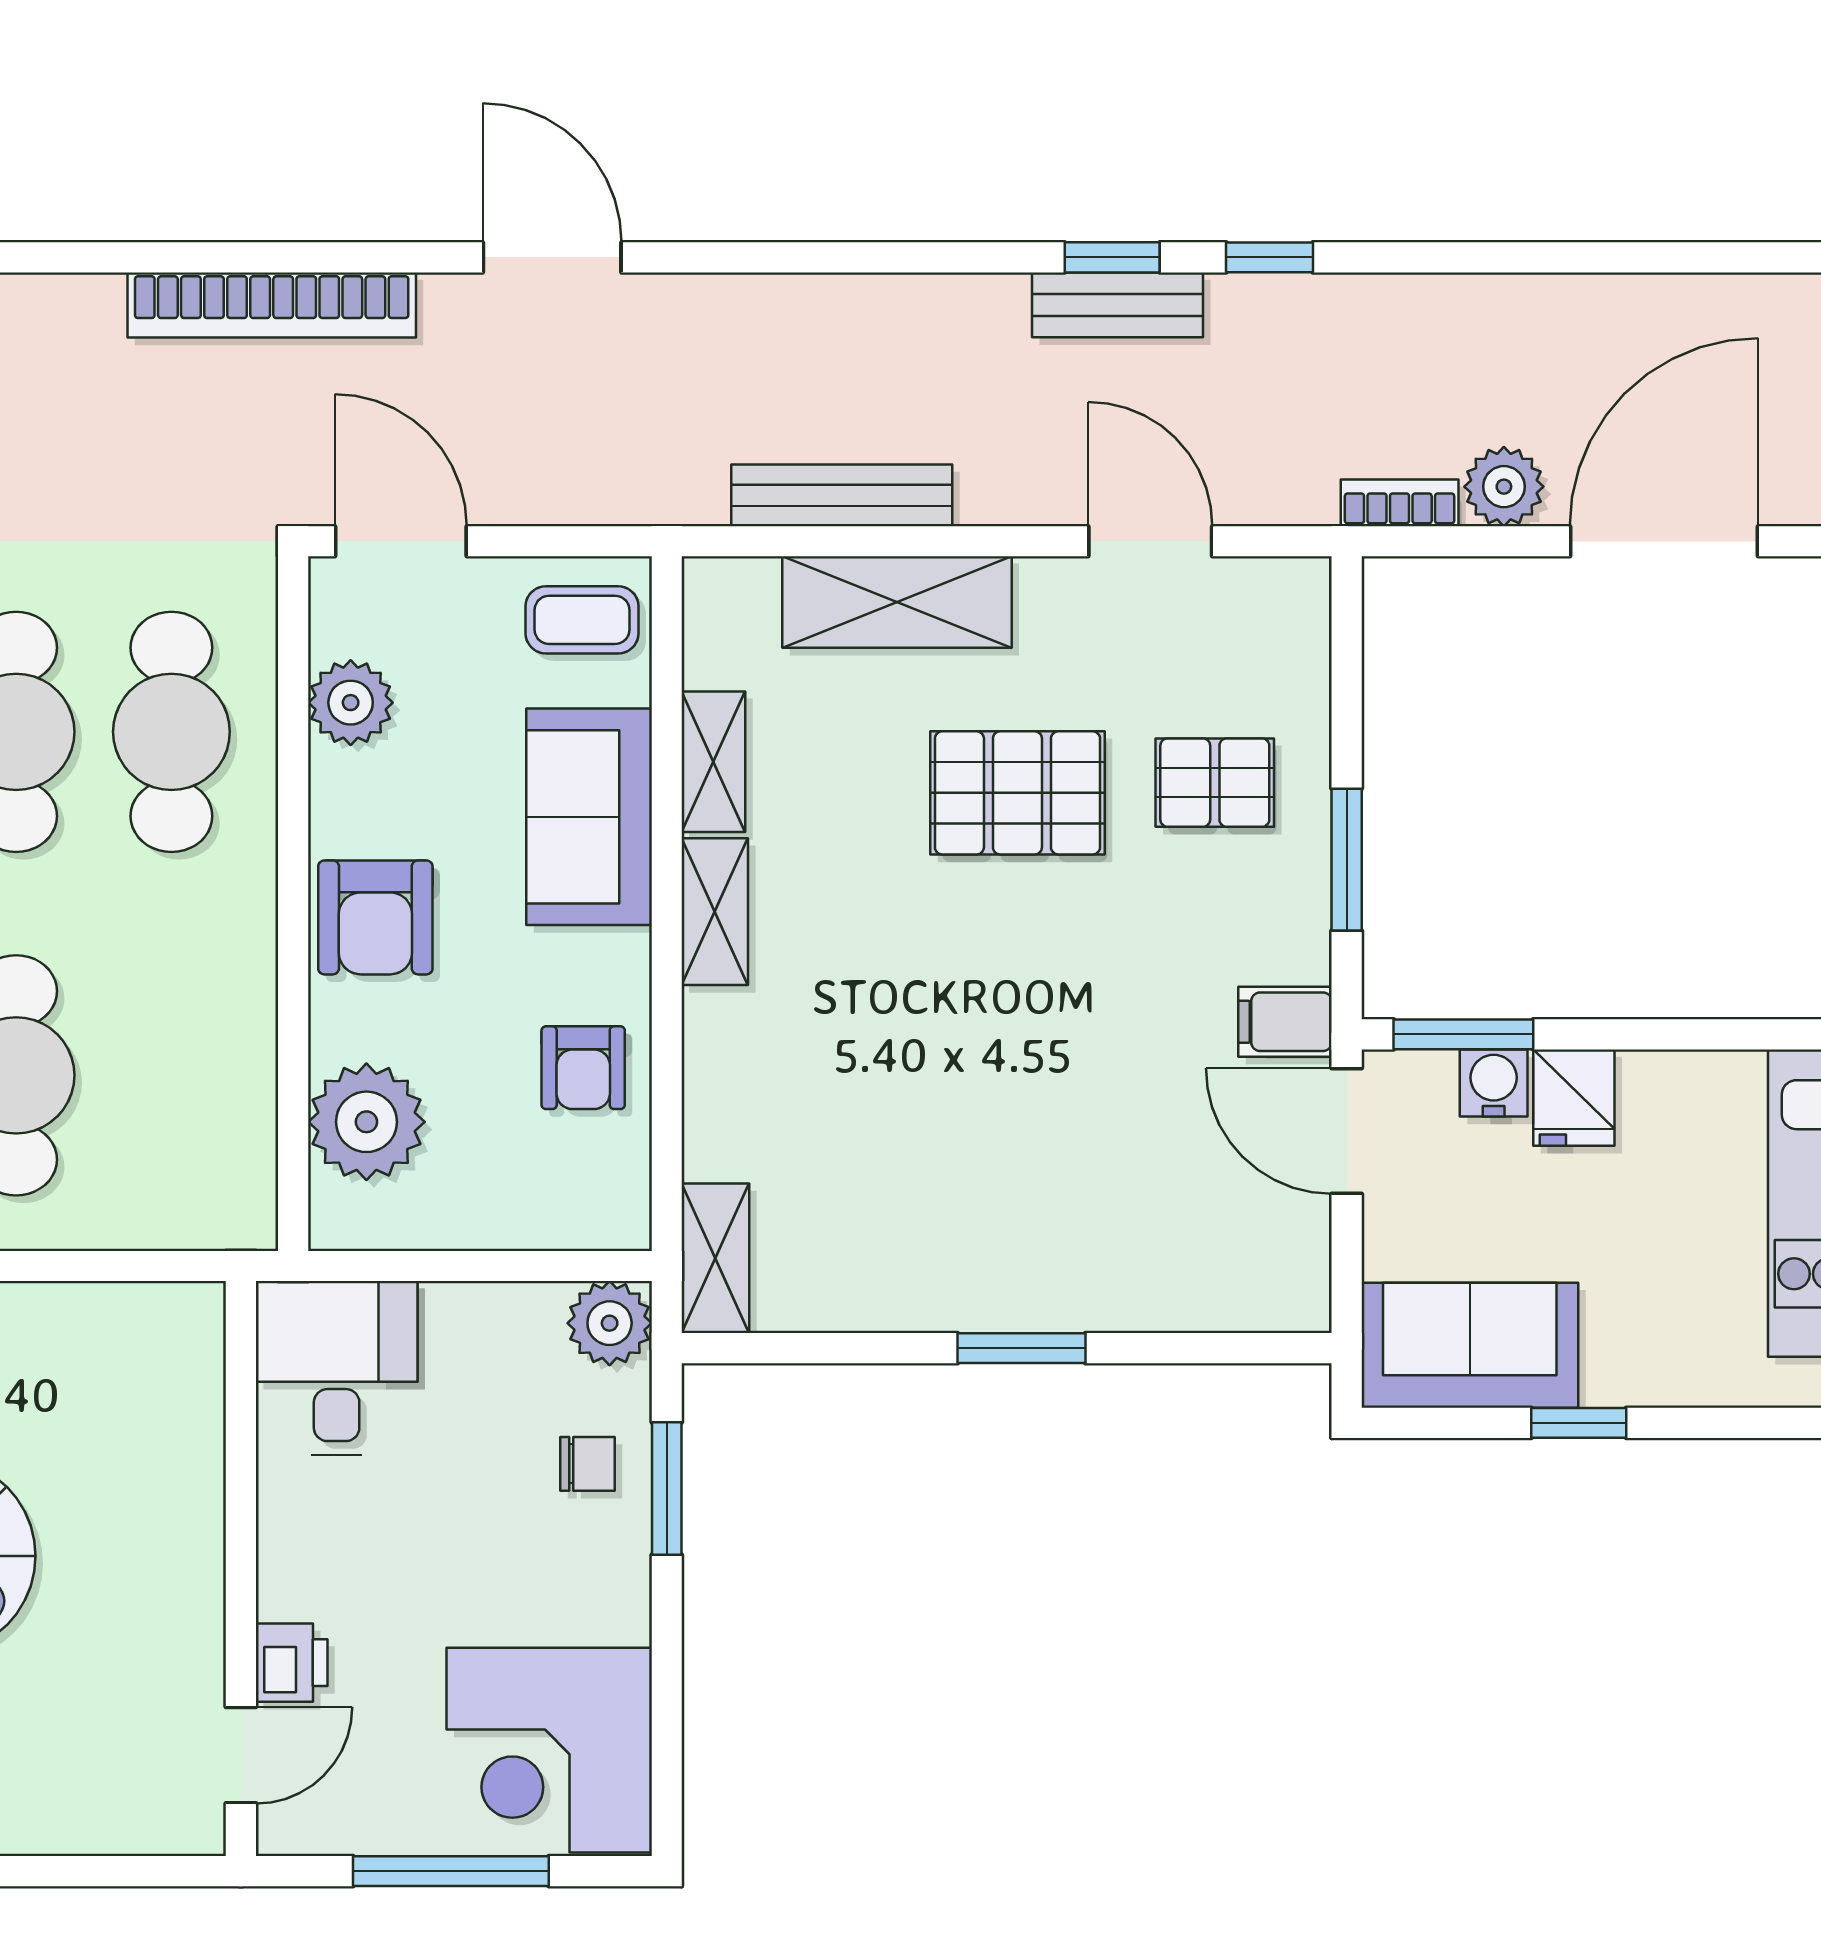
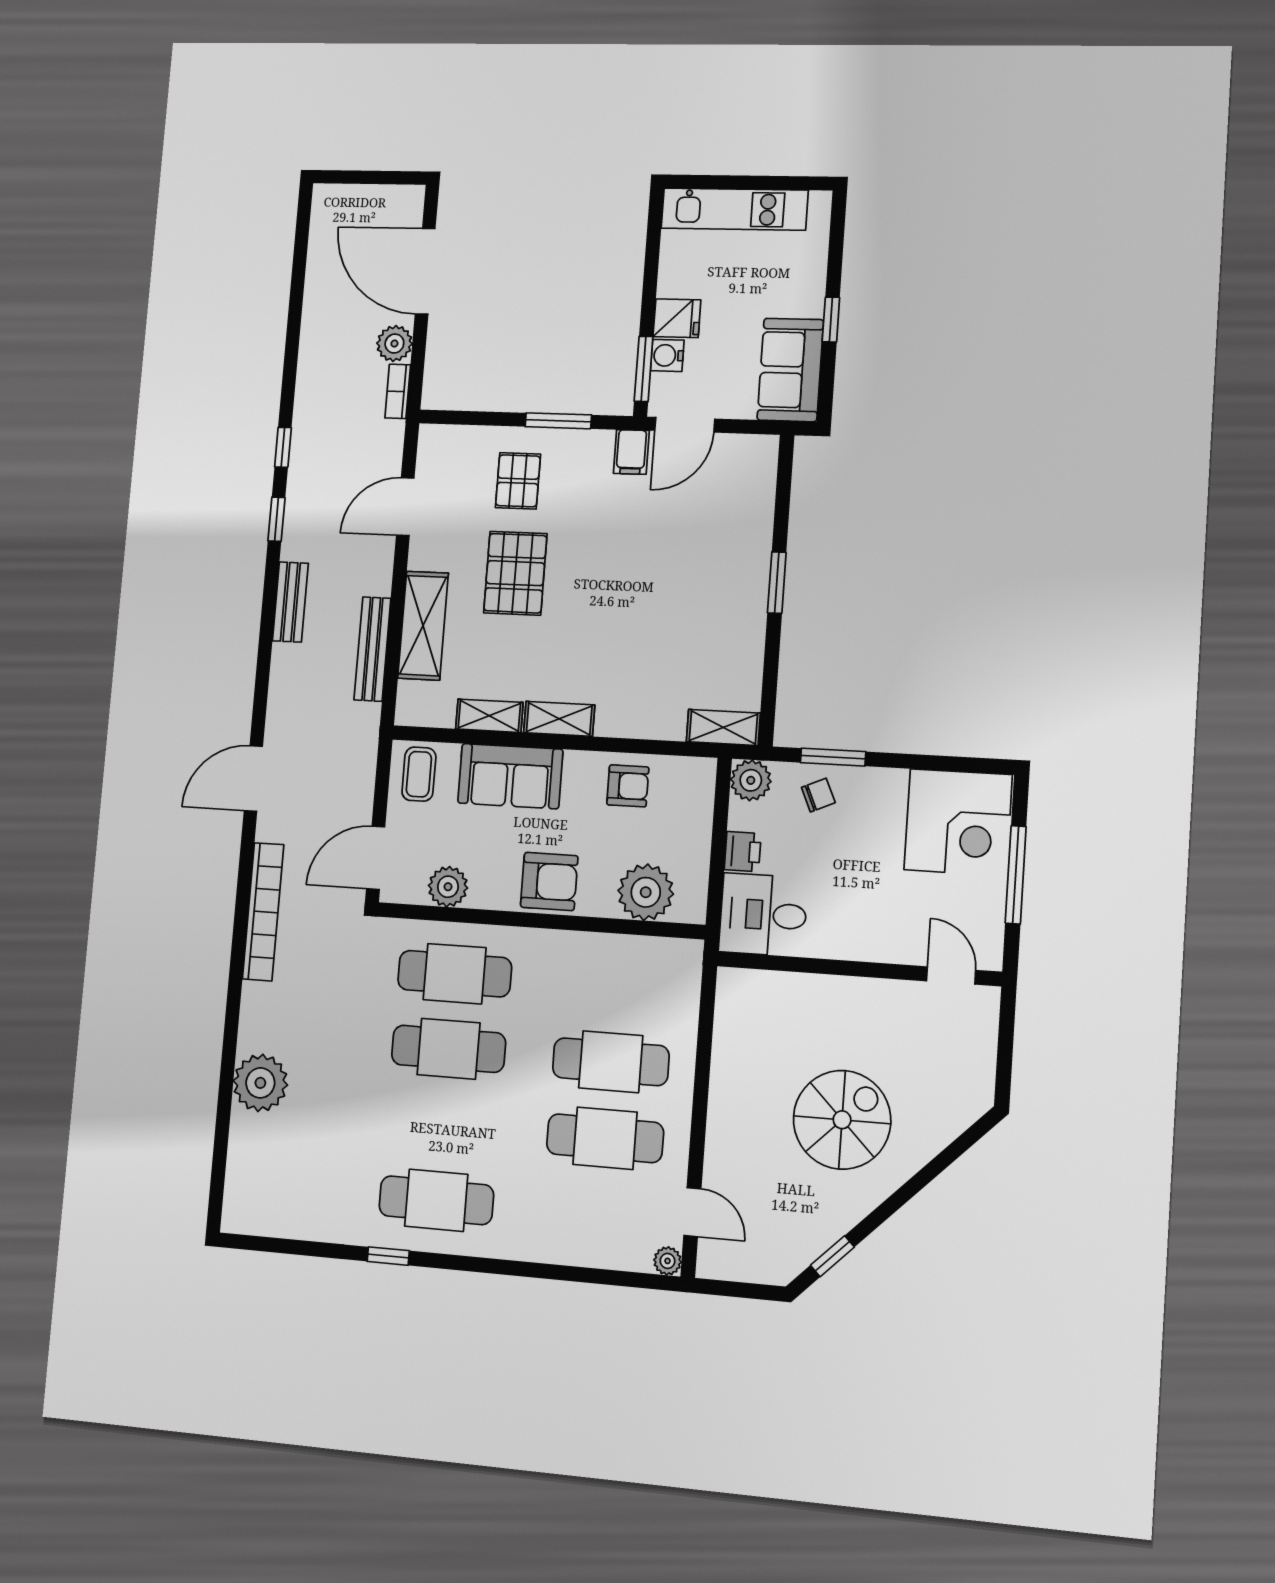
bench: (1118, 305) -> (290, 602), moved
chair: (588, 1464) -> (818, 795), turned 66
printer: (292, 1663) -> (743, 852), moved, turned 90

